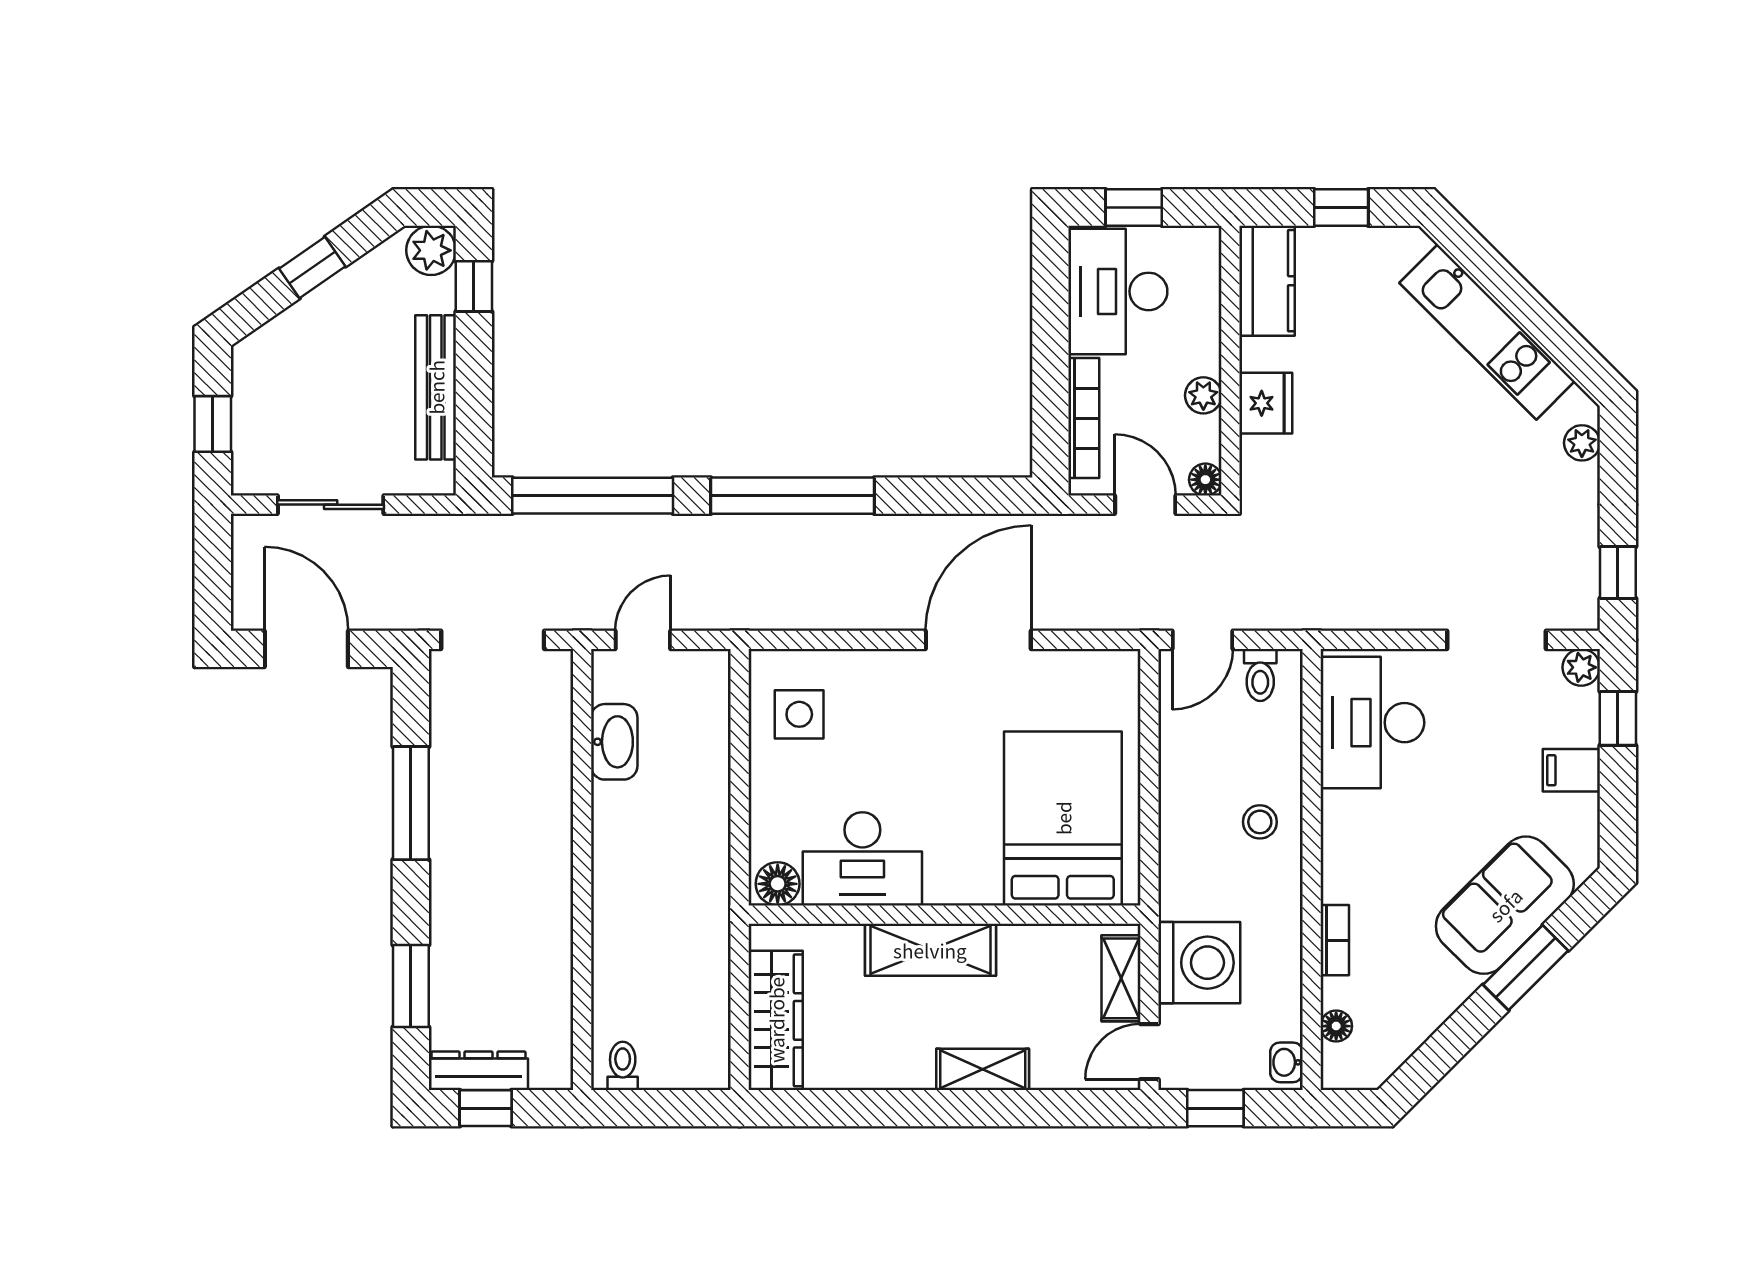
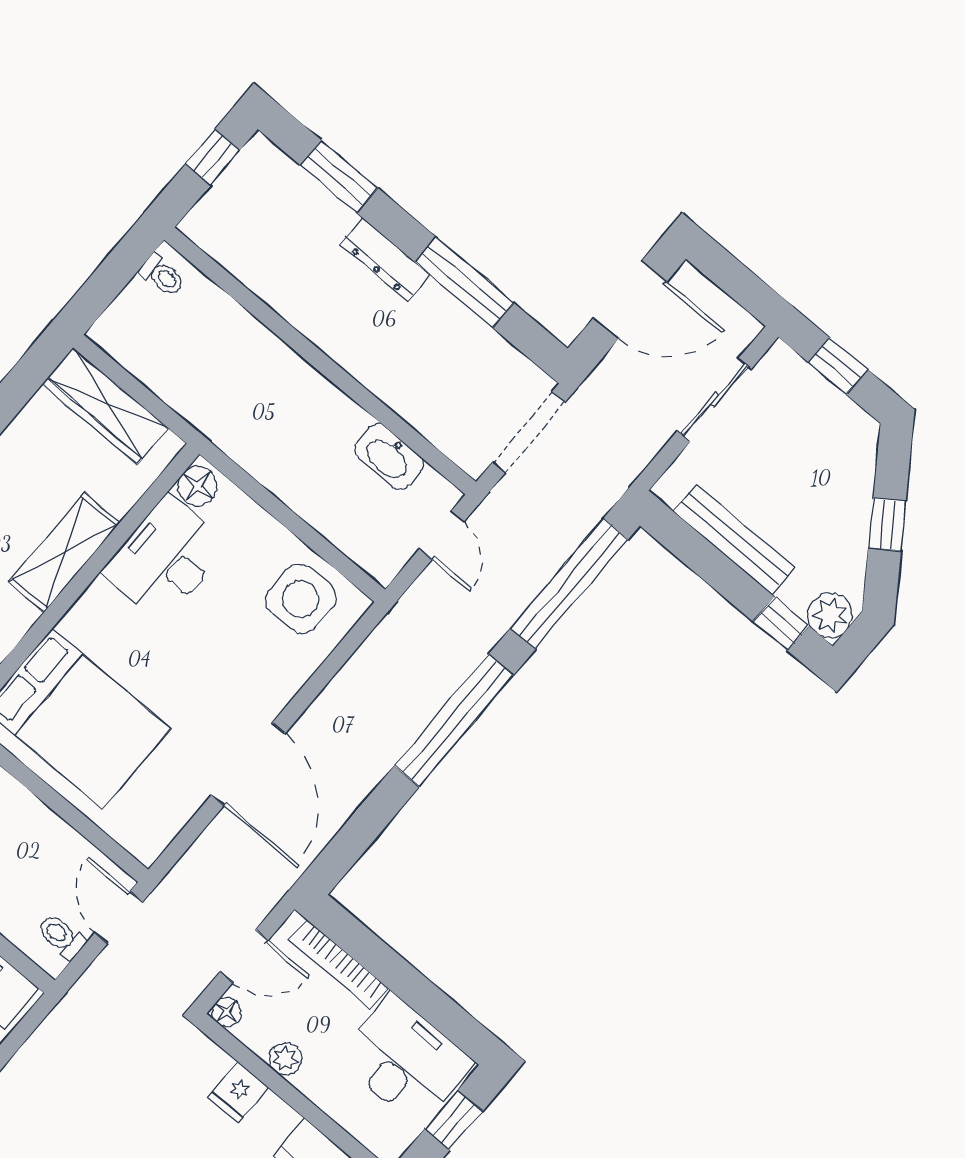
fridge: (1266, 403) -> (238, 1092), width x0.72
side table: (799, 714) -> (301, 599), width x1.37, depth x1.37
dresser: (478, 1071) -> (385, 259), moved, turned 90

